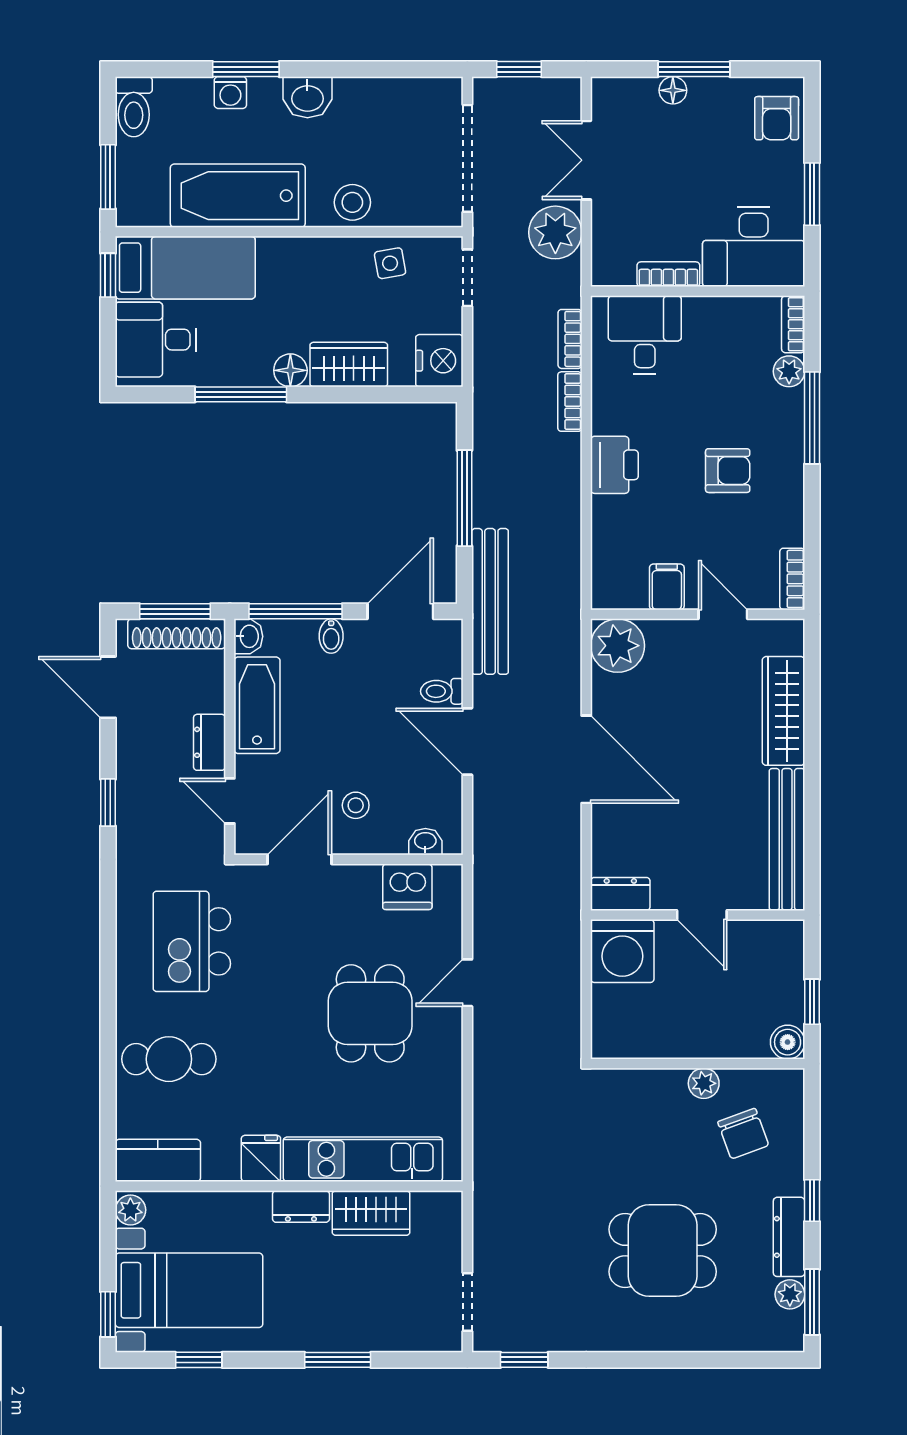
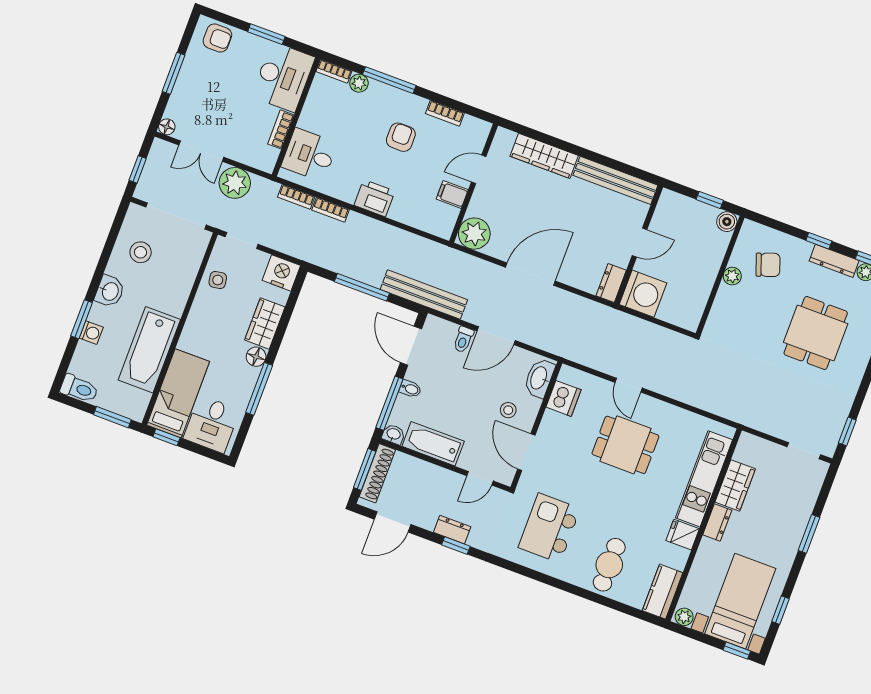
floor lamp: (673, 90) -> (167, 127), moved
stool: (352, 202) -> (141, 252), moved
bookcase: (792, 579) -> (445, 113), moved
dresser: (209, 742) -> (452, 530), moved, turned 180
washbasin: (425, 842) -> (539, 378), width x1.91, depth x1.45
kitchen island: (192, 941) -> (549, 528), turned 90

